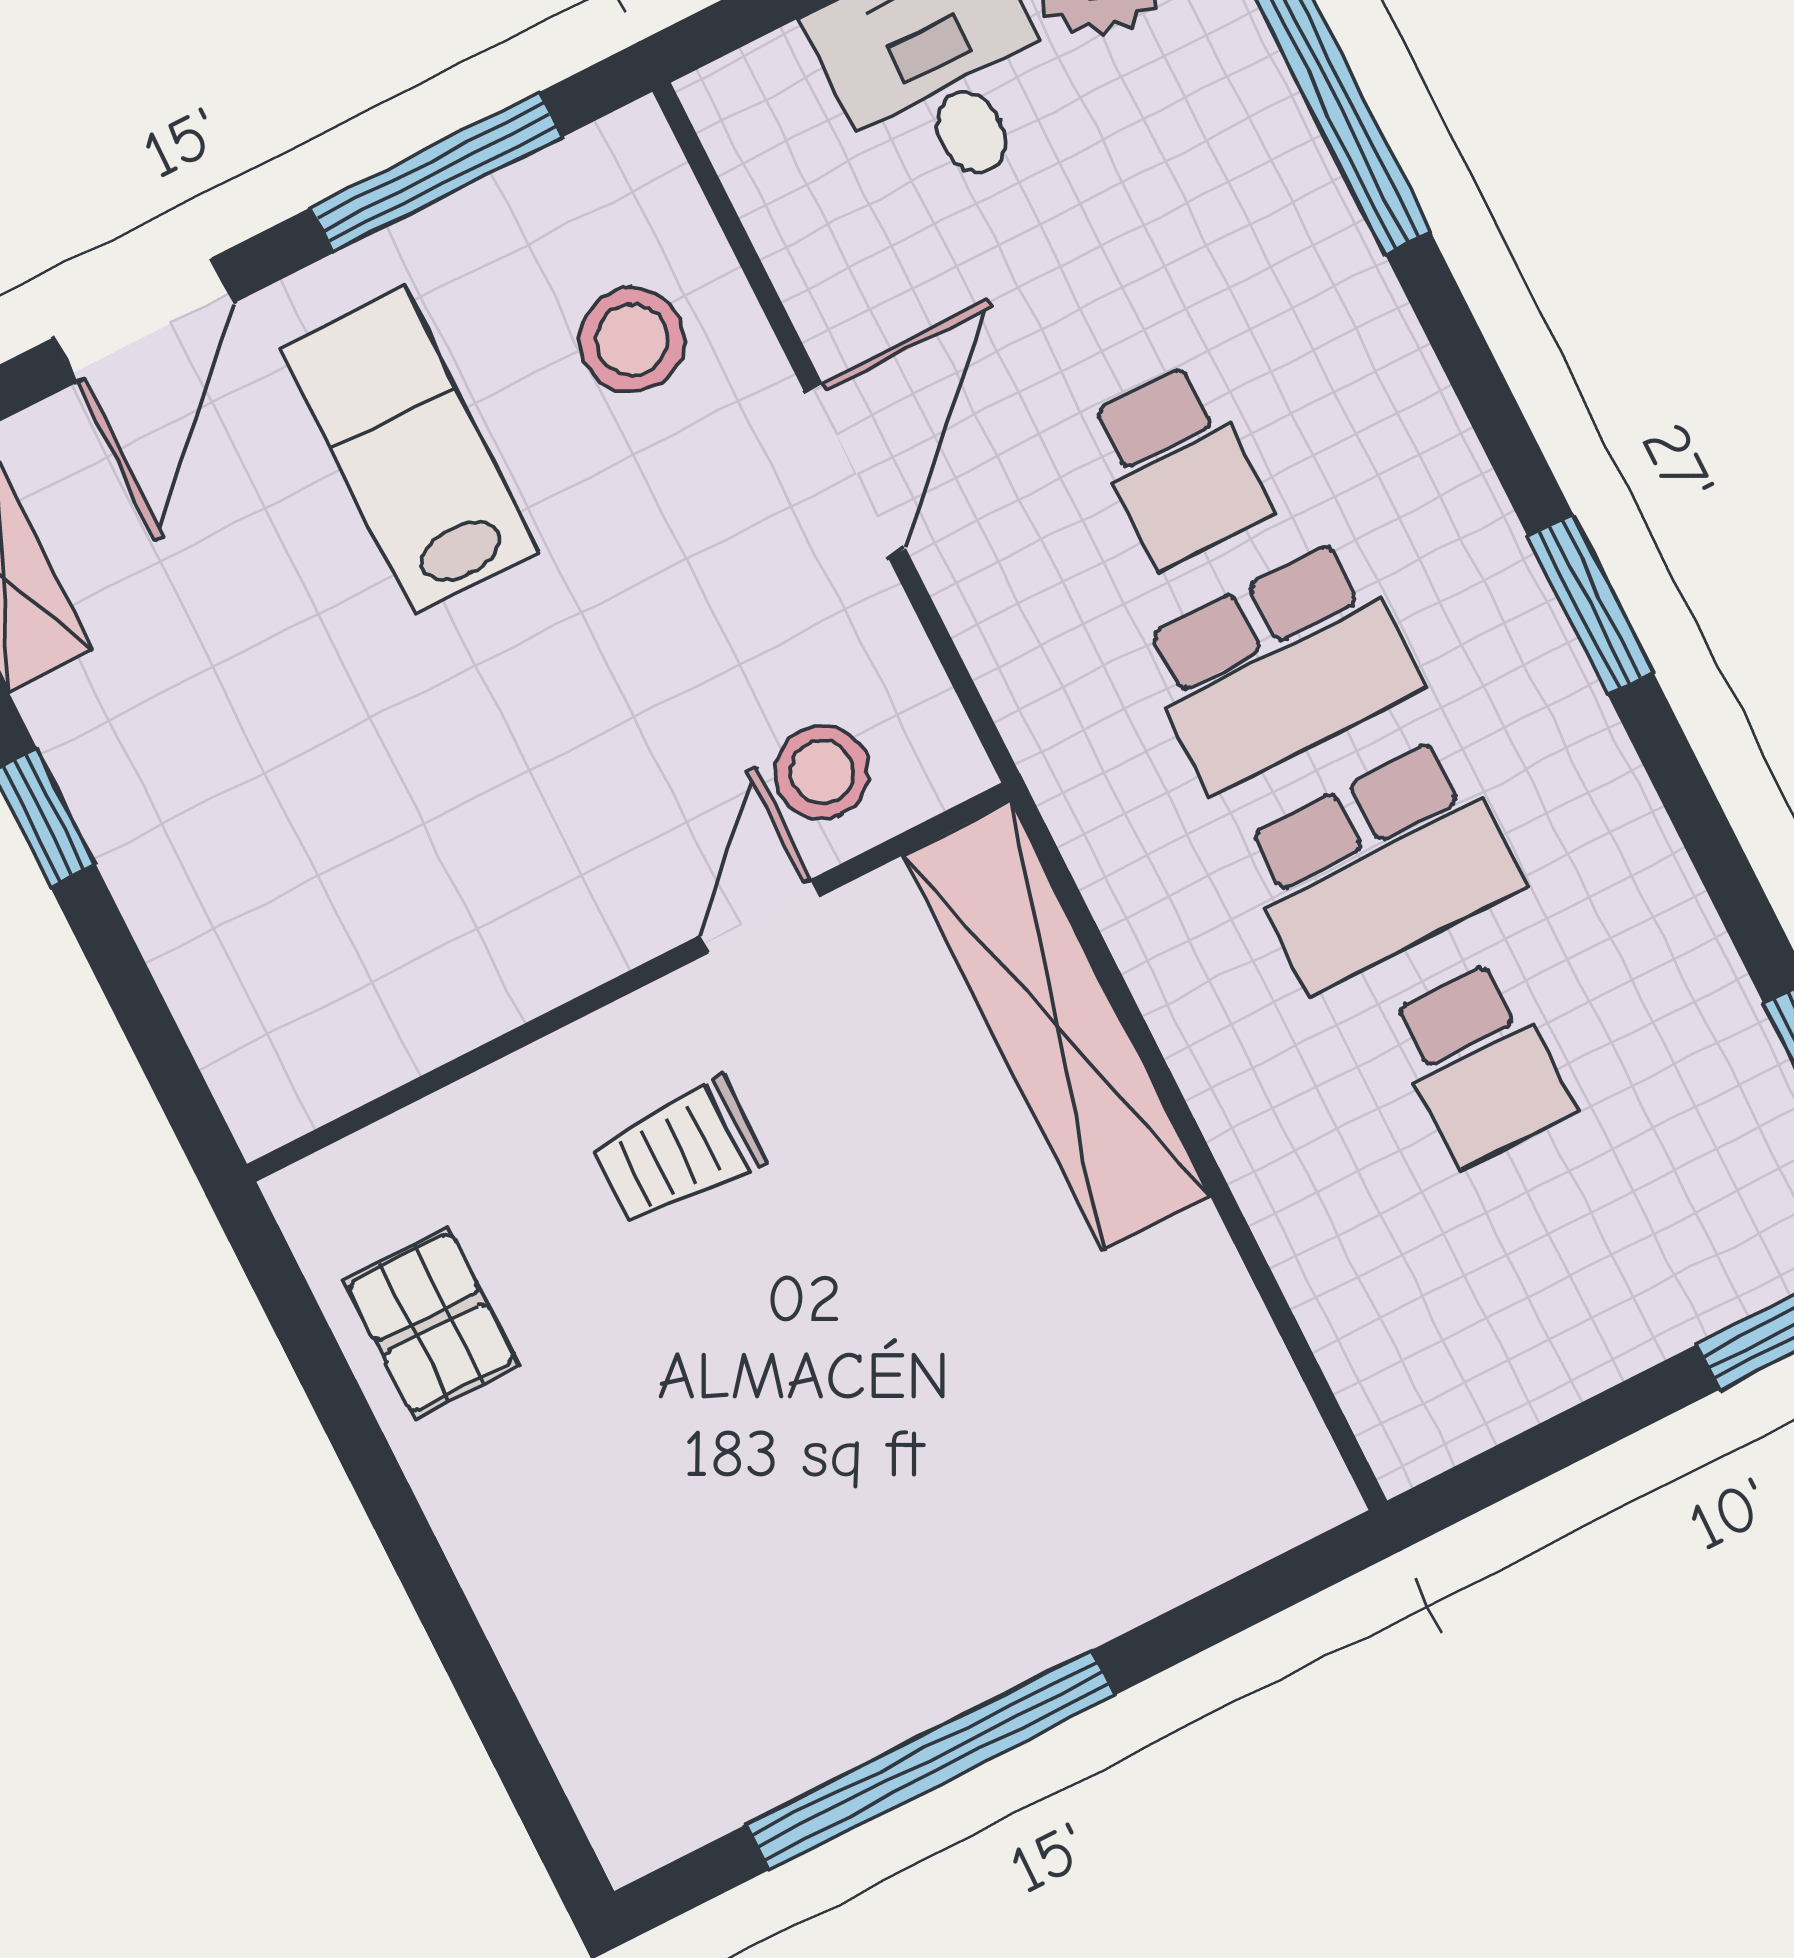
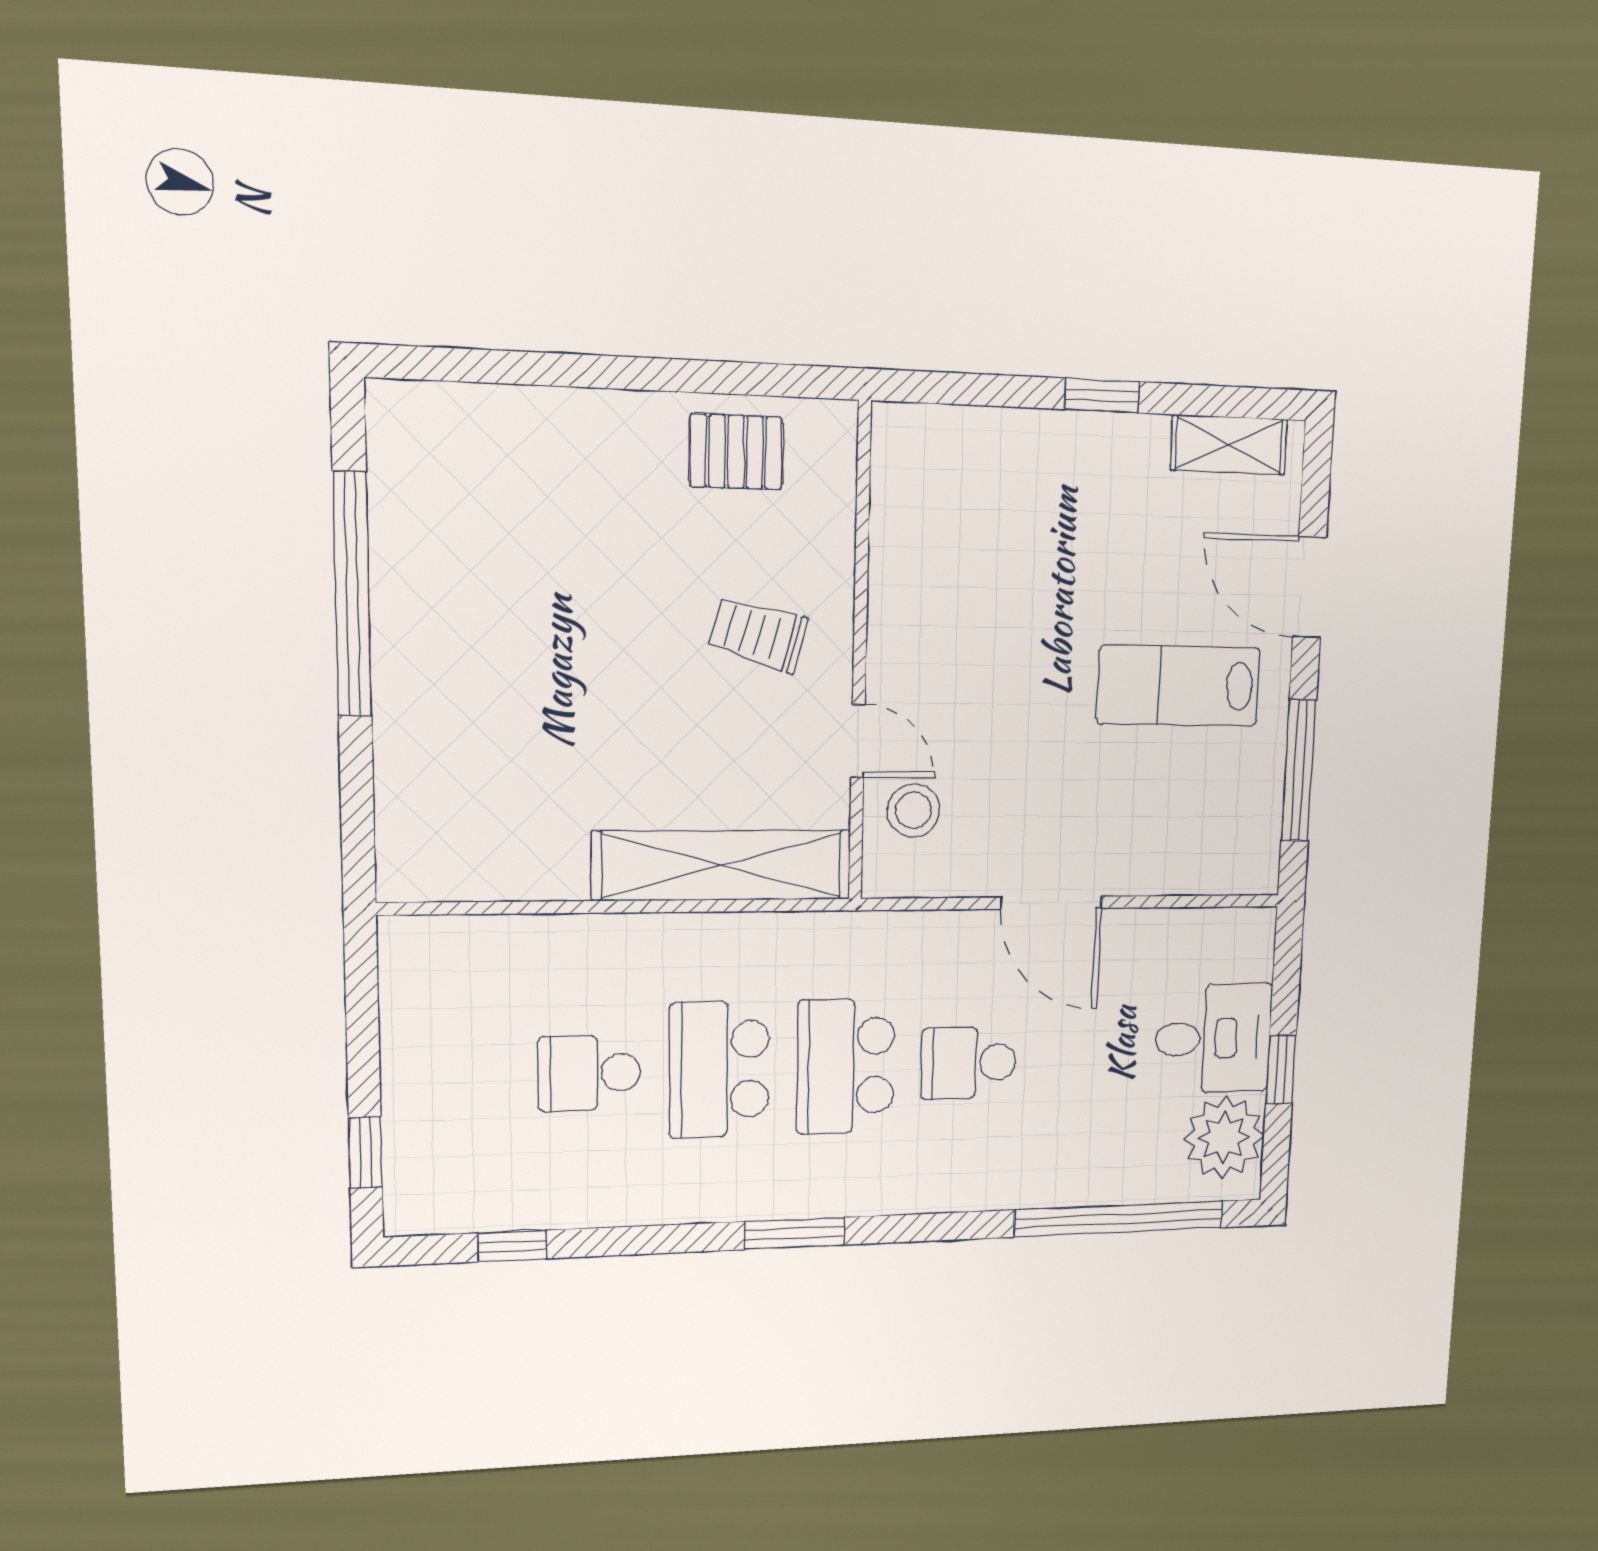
stool: (632, 340) -> (1171, 825), removed
lab bench: (409, 450) -> (1179, 686), turned 180
trolley: (679, 1152) -> (758, 634), turned -75

